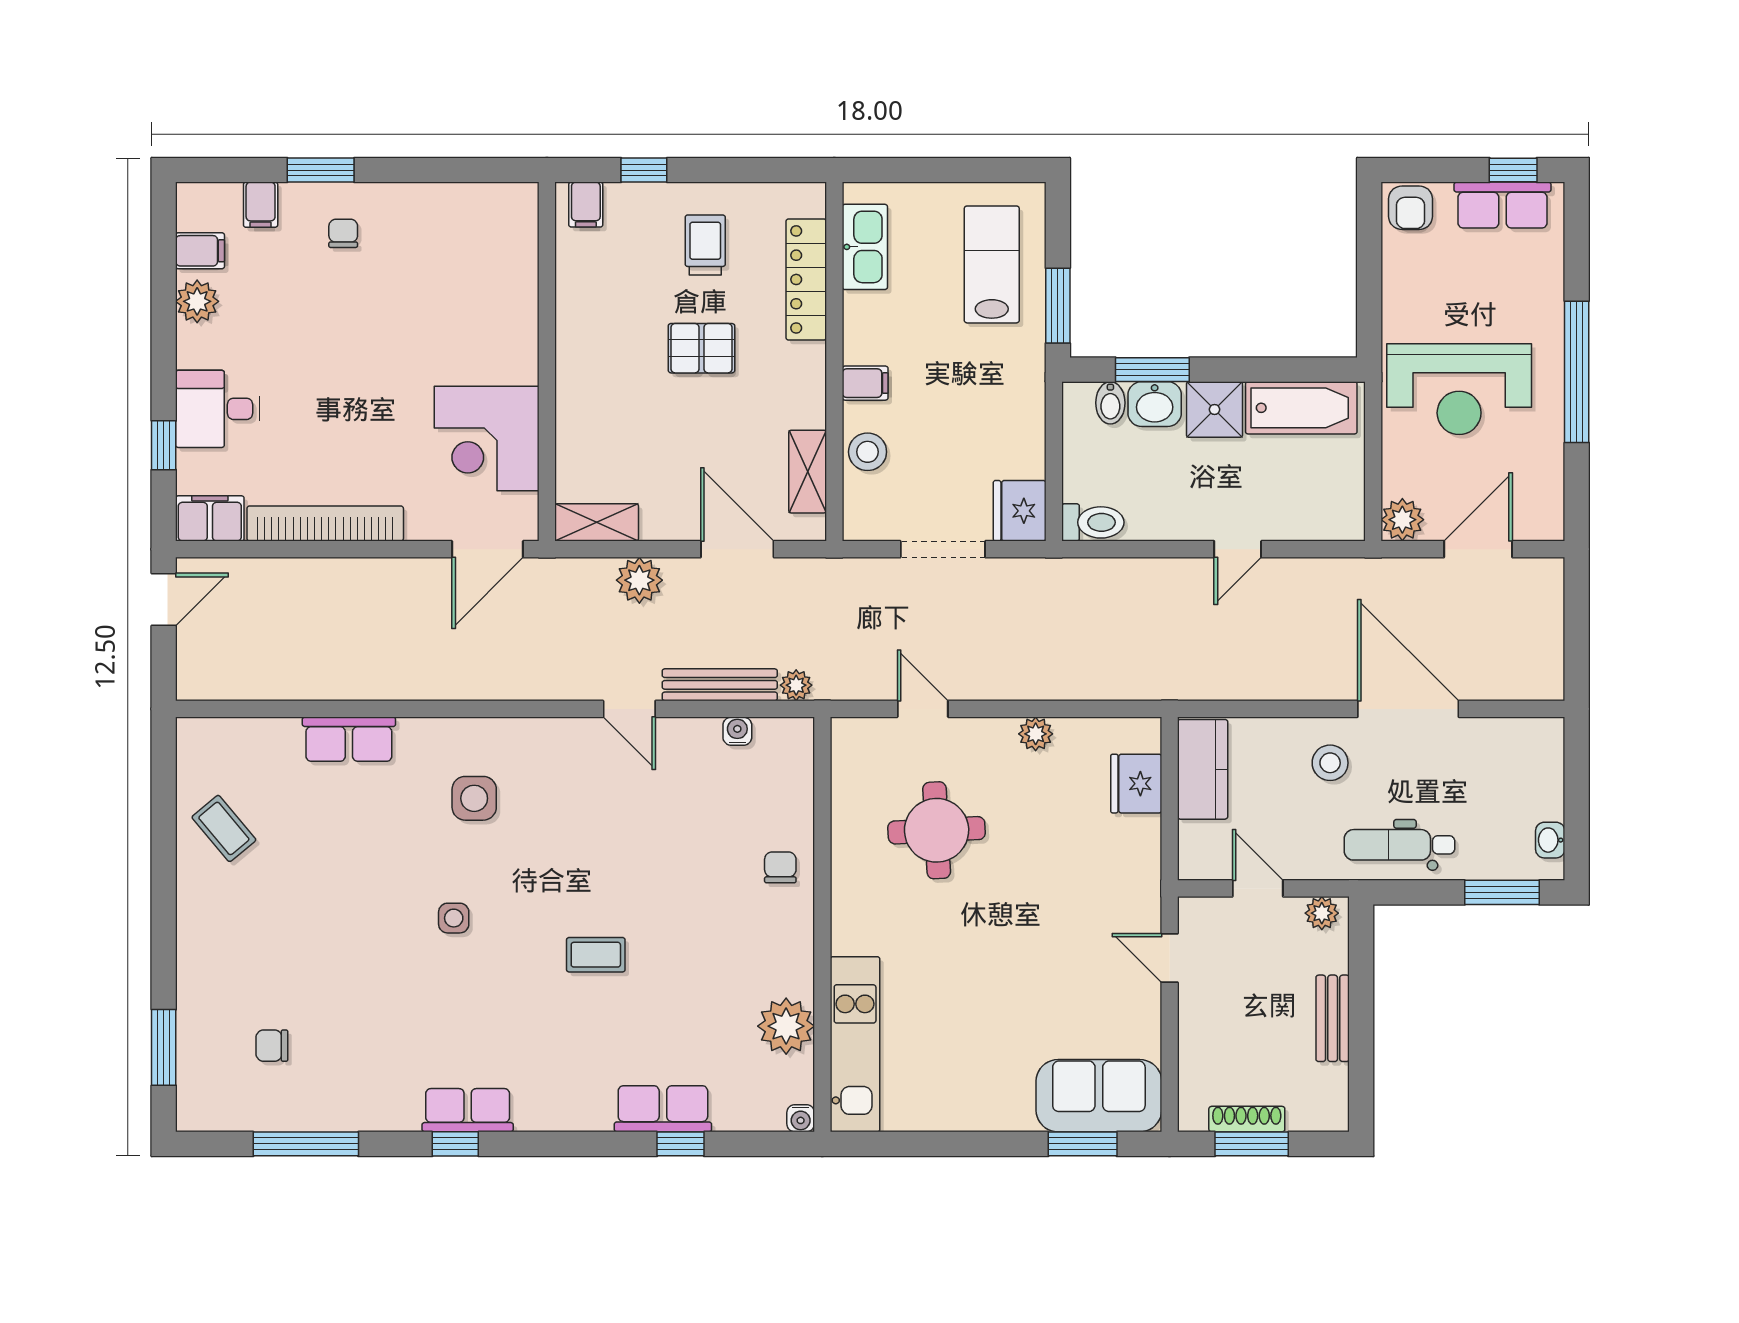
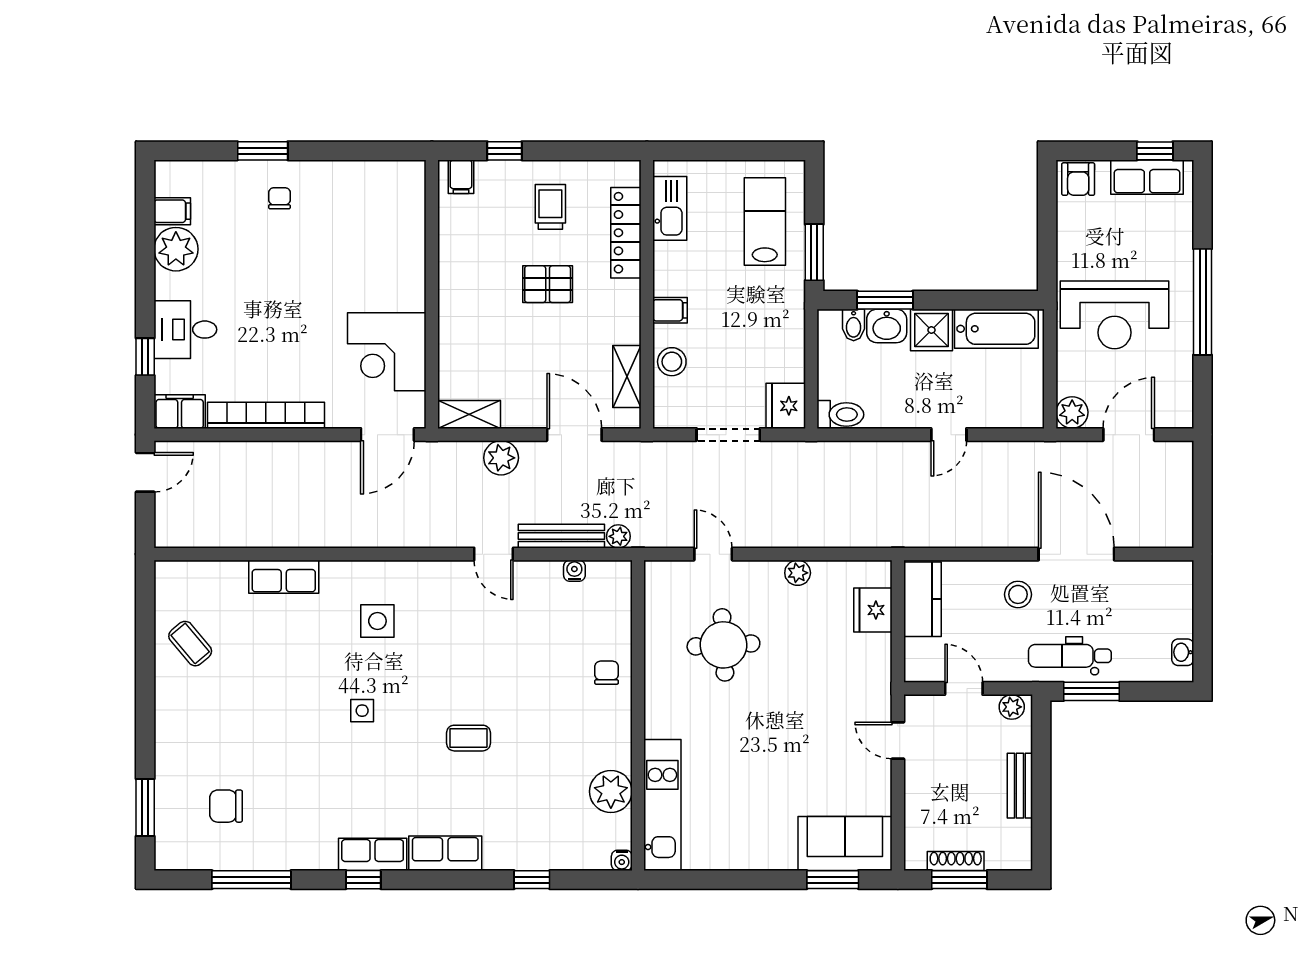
filing cabinet: (261, 205) -> (218, 177), removed
plant: (197, 301) -> (176, 249), width x1.36, depth x1.36
window: (1502, 892) -> (1091, 691), moved
chair: (272, 1046) -> (226, 806), width x1.37, depth x1.37
row of seats: (663, 1109) -> (445, 853), moved

